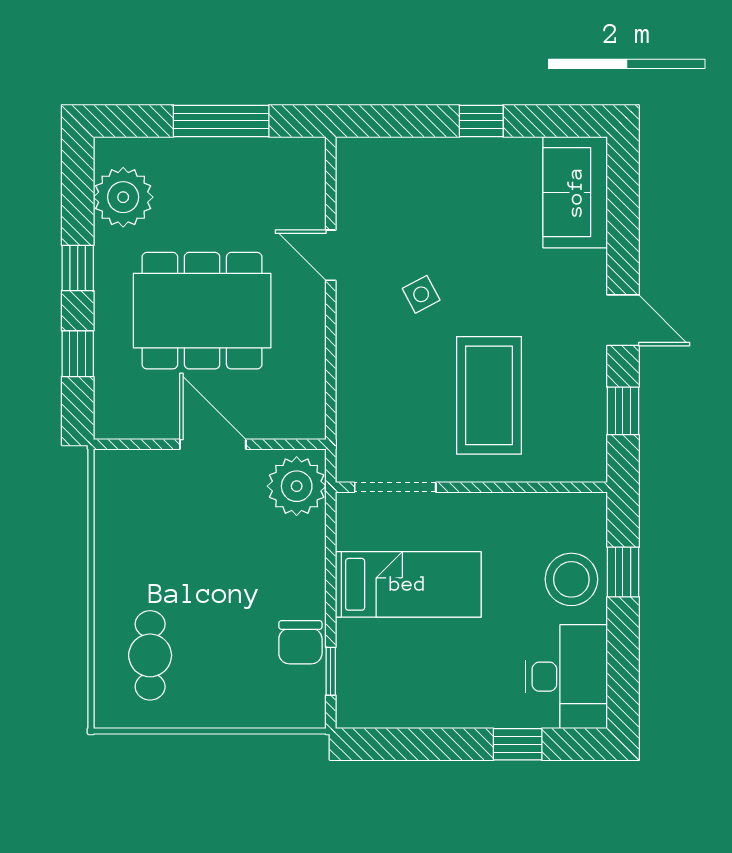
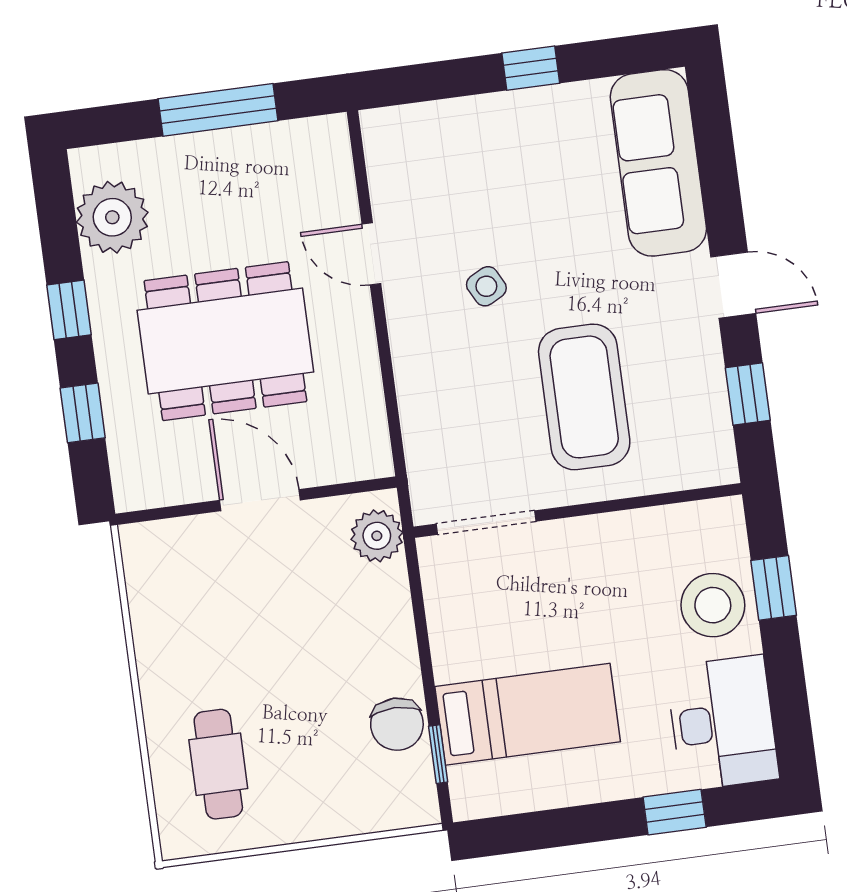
sofa: (575, 192) -> (658, 163), width x1.36
plant: (297, 486) -> (377, 536), width x0.73, depth x0.73
bed: (408, 584) -> (528, 714), moved

